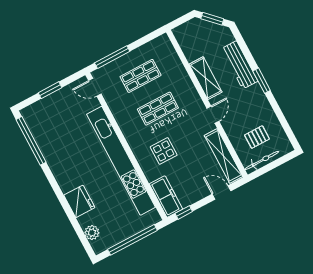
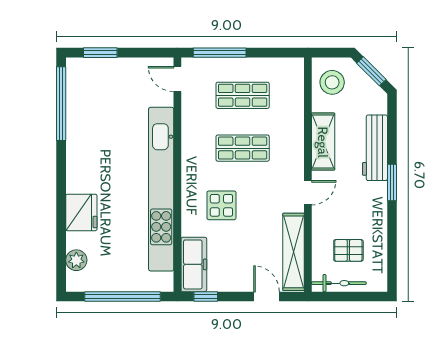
stool: (192, 39) -> (332, 82), added
window: (50, 90) -> (100, 53), moved

